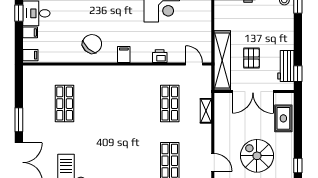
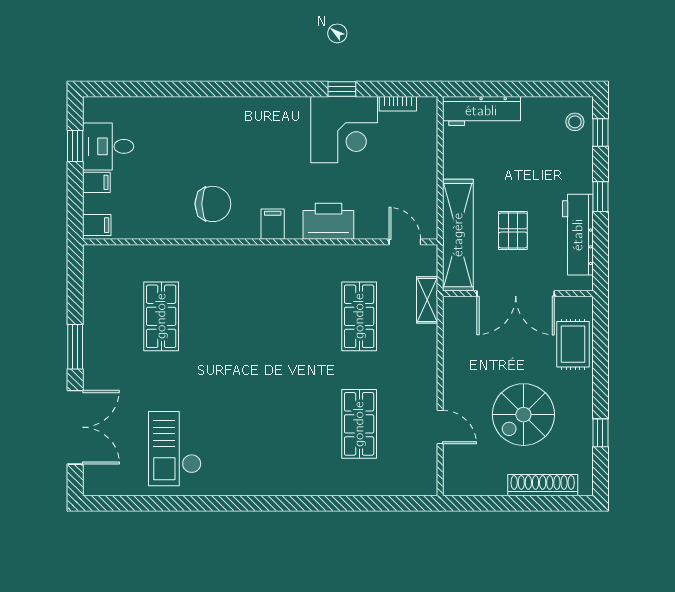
chair: (92, 44) -> (213, 204), turned 47
printer: (160, 56) -> (328, 221), width x1.87, depth x1.48
workbench: (286, 66) -> (578, 235), width x1.38
window: (298, 74) -> (600, 197), moved
shelving: (206, 111) -> (427, 300), moved
spiral stairs: (257, 156) -> (523, 415), turned -90

